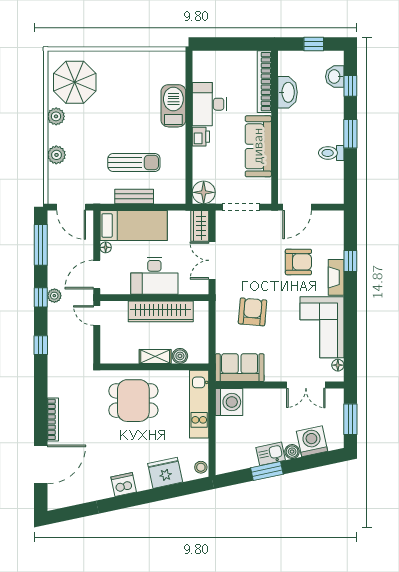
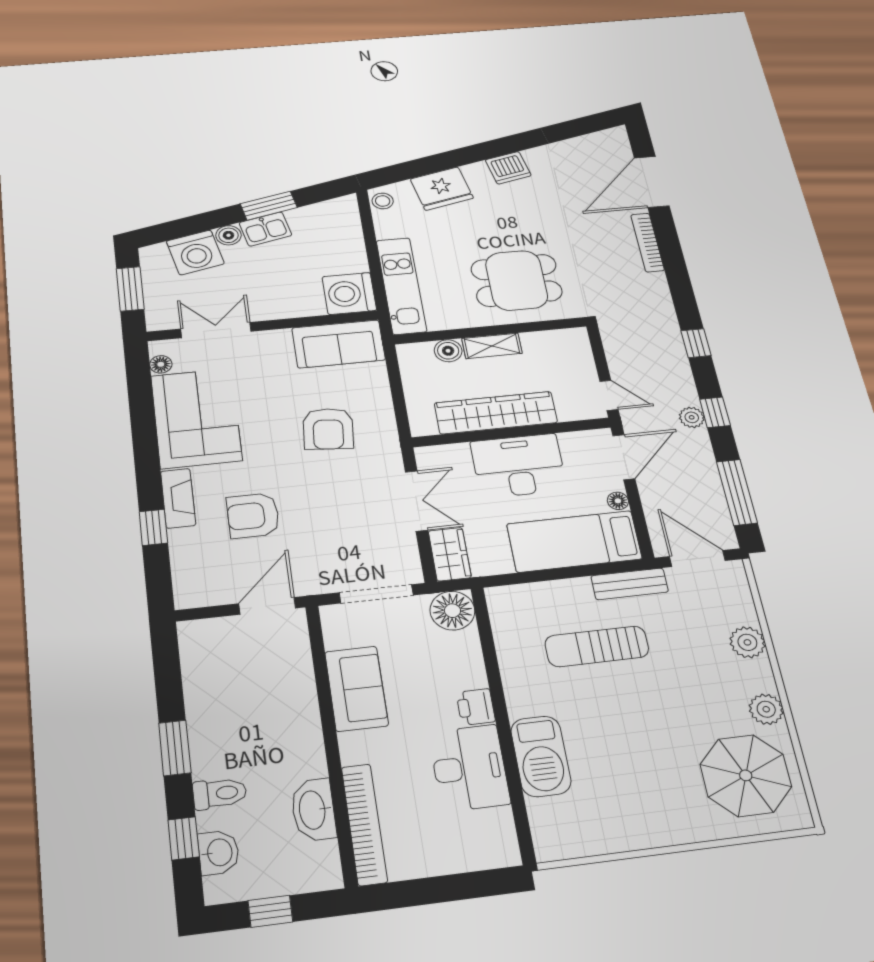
sofa: (258, 146) -> (356, 689), width x0.73
toilet: (331, 153) -> (220, 793), moved
bench: (134, 196) -> (630, 584), moved

